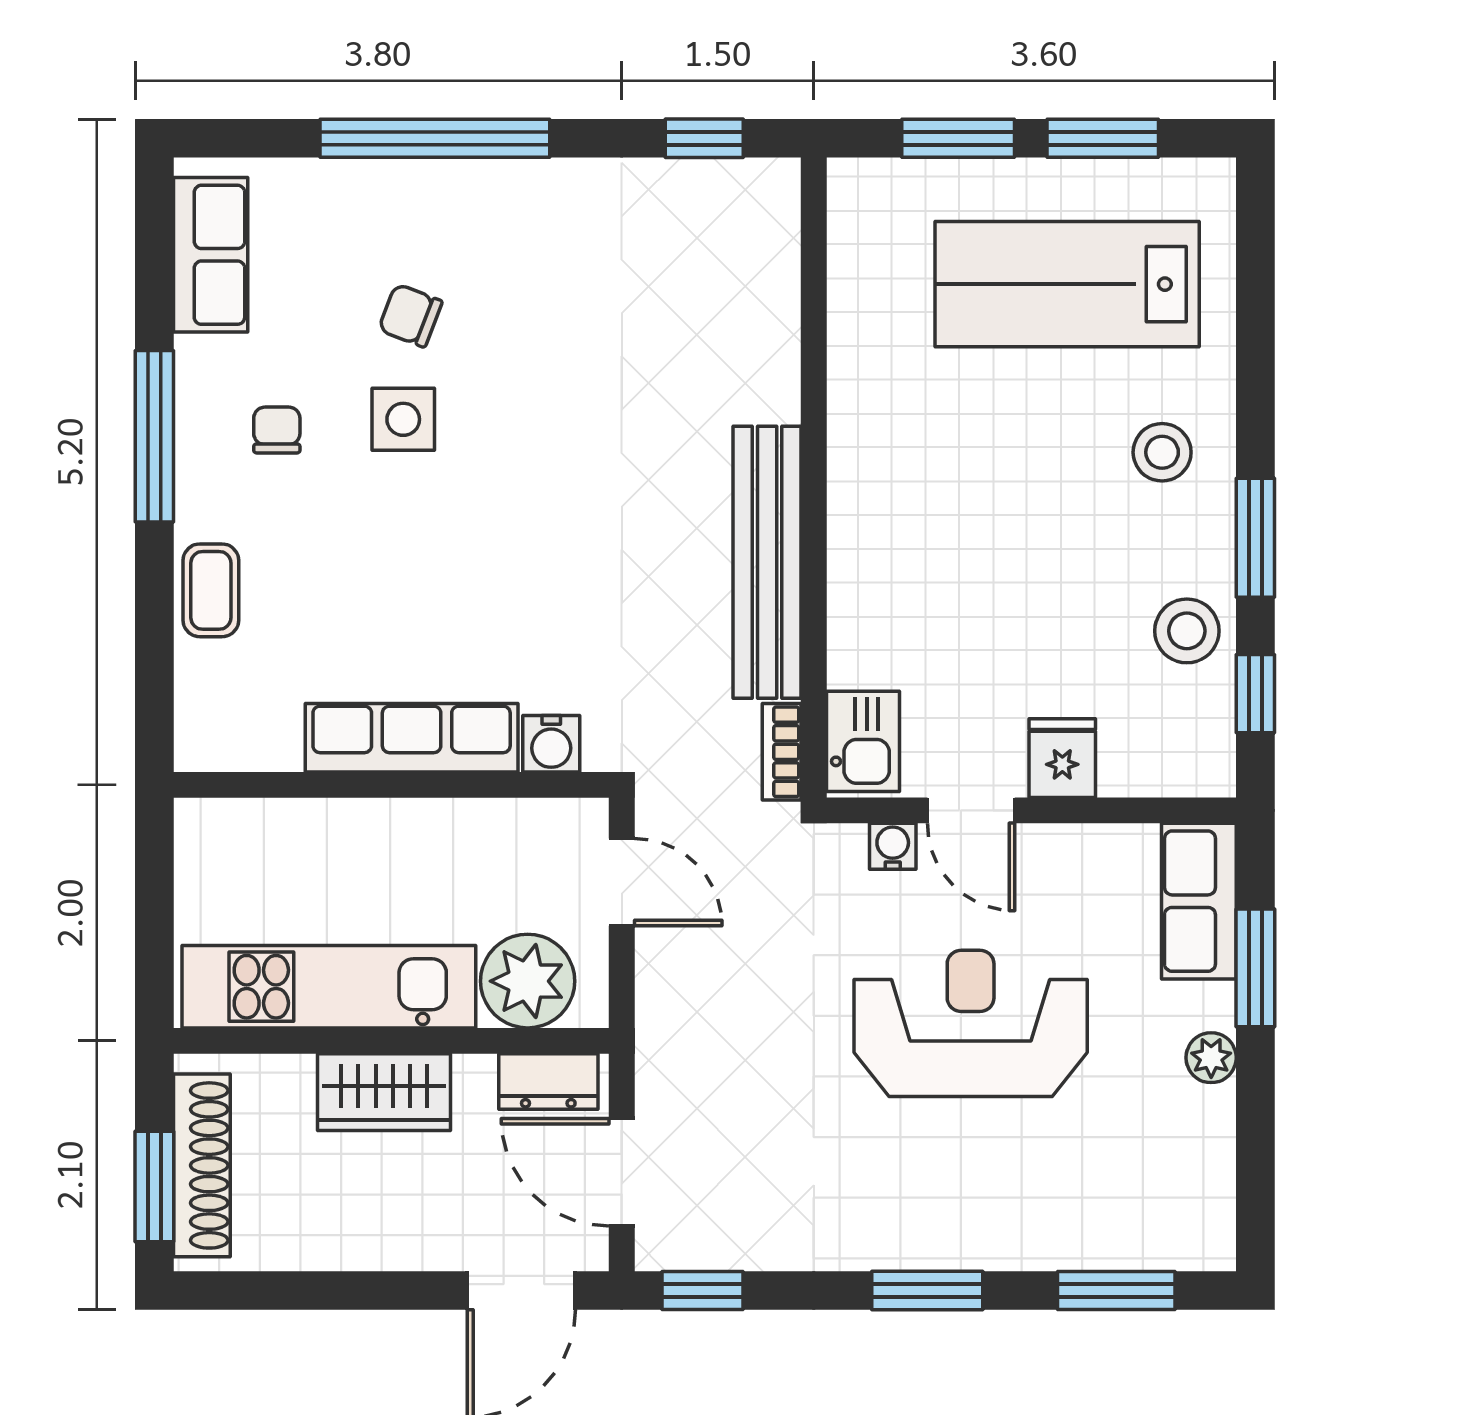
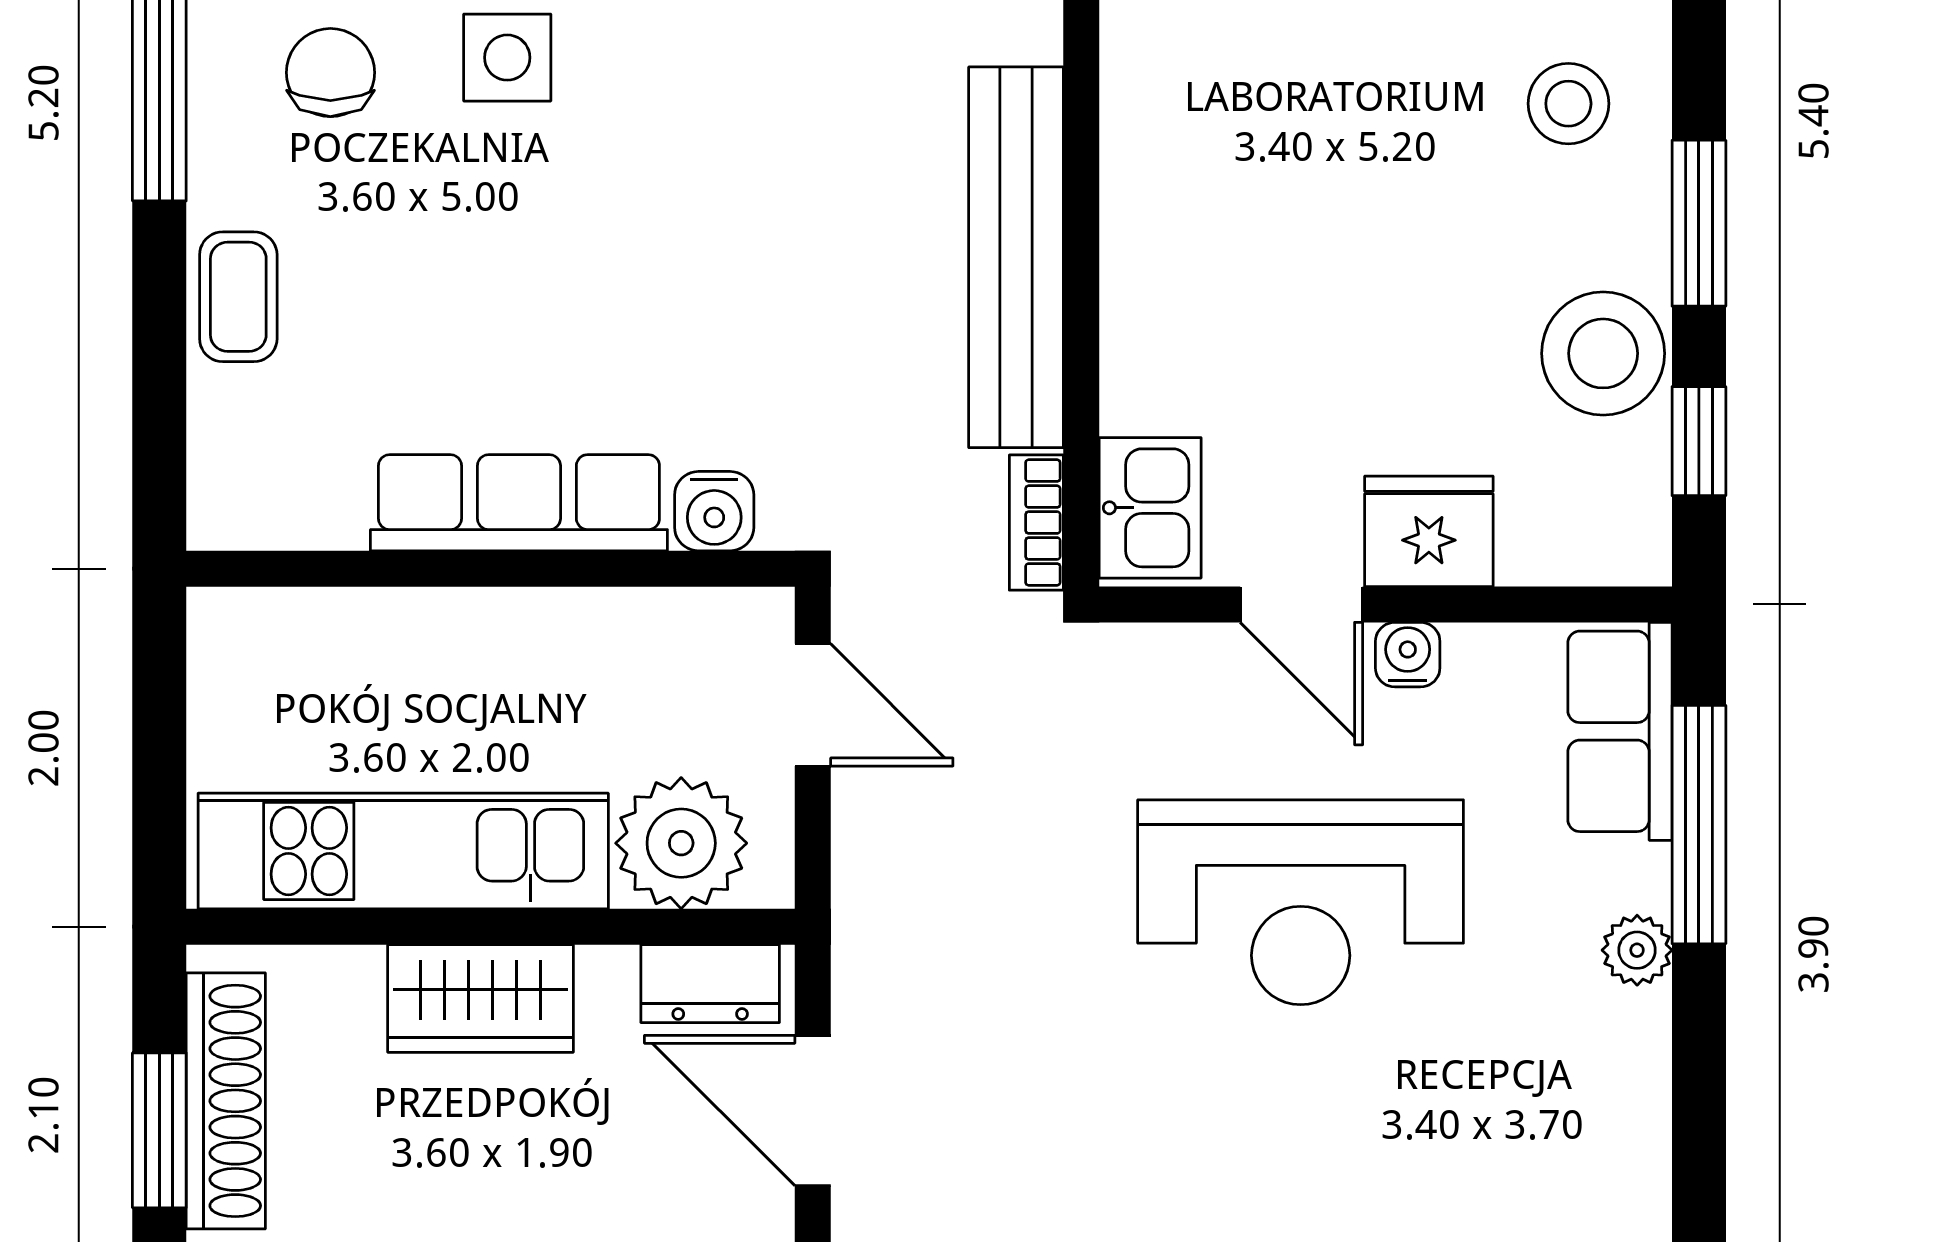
chair: (277, 430) -> (330, 73), width x1.37, depth x1.37
stool: (1187, 631) -> (1603, 353), width x1.38, depth x1.38
fridge: (1062, 758) -> (1429, 531), width x1.38
water cooler: (893, 846) -> (1408, 655), moved
window: (1255, 968) -> (1699, 825), width x1.44
reception desk: (971, 1023) -> (1301, 902), turned 180

